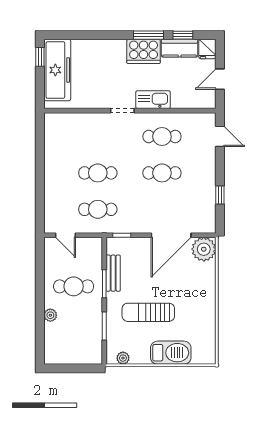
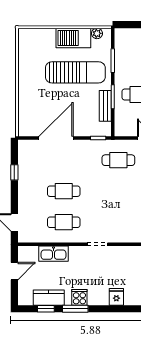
fridge: (207, 49) -> (116, 297), moved
cooker: (144, 51) -> (79, 297), width x0.53, depth x0.76
kitchen sink: (153, 100) -> (54, 254), moved
cafe table: (98, 173) -> (118, 191), removed
plant: (204, 249) -> (28, 126), removed
sun lounger: (148, 312) -> (75, 72), width x1.36, depth x1.34
barbecue: (171, 353) -> (73, 38), moved

